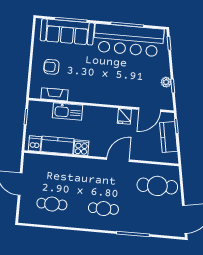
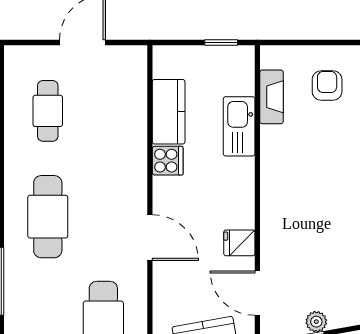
dishwasher: (35, 144) -> (168, 65), removed
cafe table: (103, 209) -> (48, 217), width x1.37, depth x1.35

